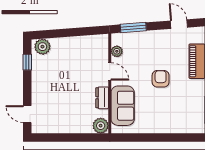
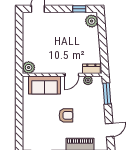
dresser: (102, 98) -> (91, 69), moved

